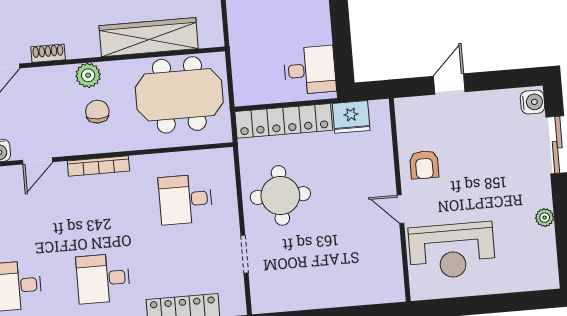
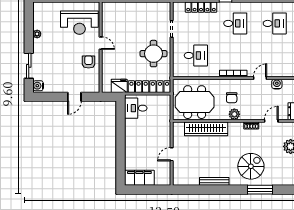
reception desk: (452, 251) -> (79, 23), turned 180

